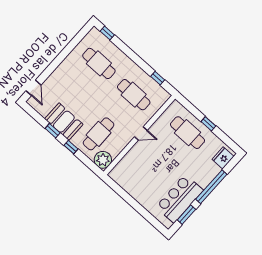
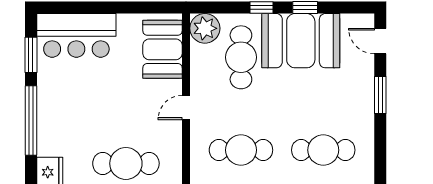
window: (54, 65) -> (380, 95), added
booth: (64, 122) -> (301, 41), width x1.36, depth x1.42
booth: (129, 167) -> (162, 49), added
bar counter: (179, 199) -> (76, 35), moved, turned 90

